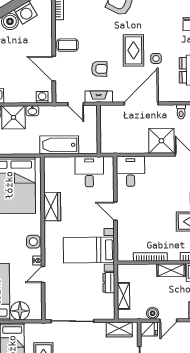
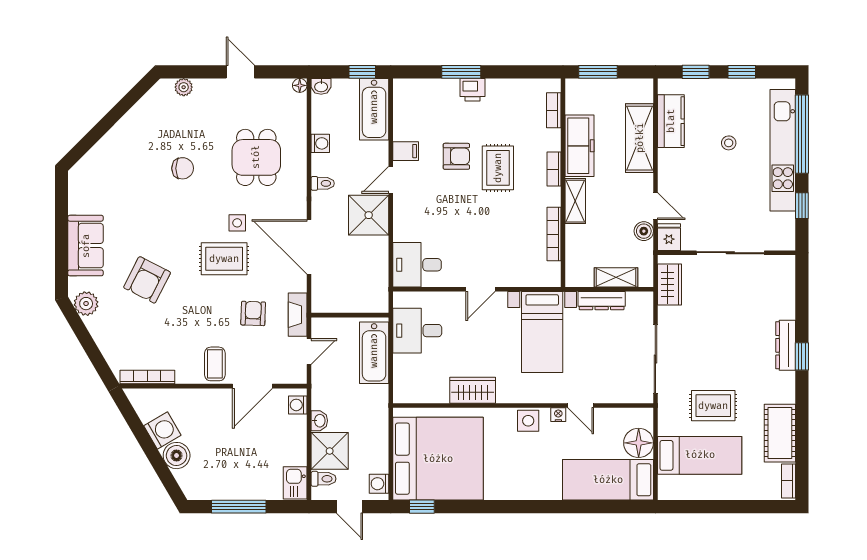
bathtub: (59, 145) -> (374, 353), moved
dresser: (109, 283) -> (602, 301), width x1.44

